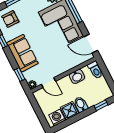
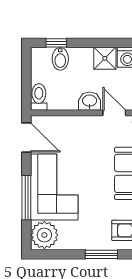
washbasin: (77, 76) -> (90, 101), moved
bidet: (81, 104) -> (60, 59), moved

